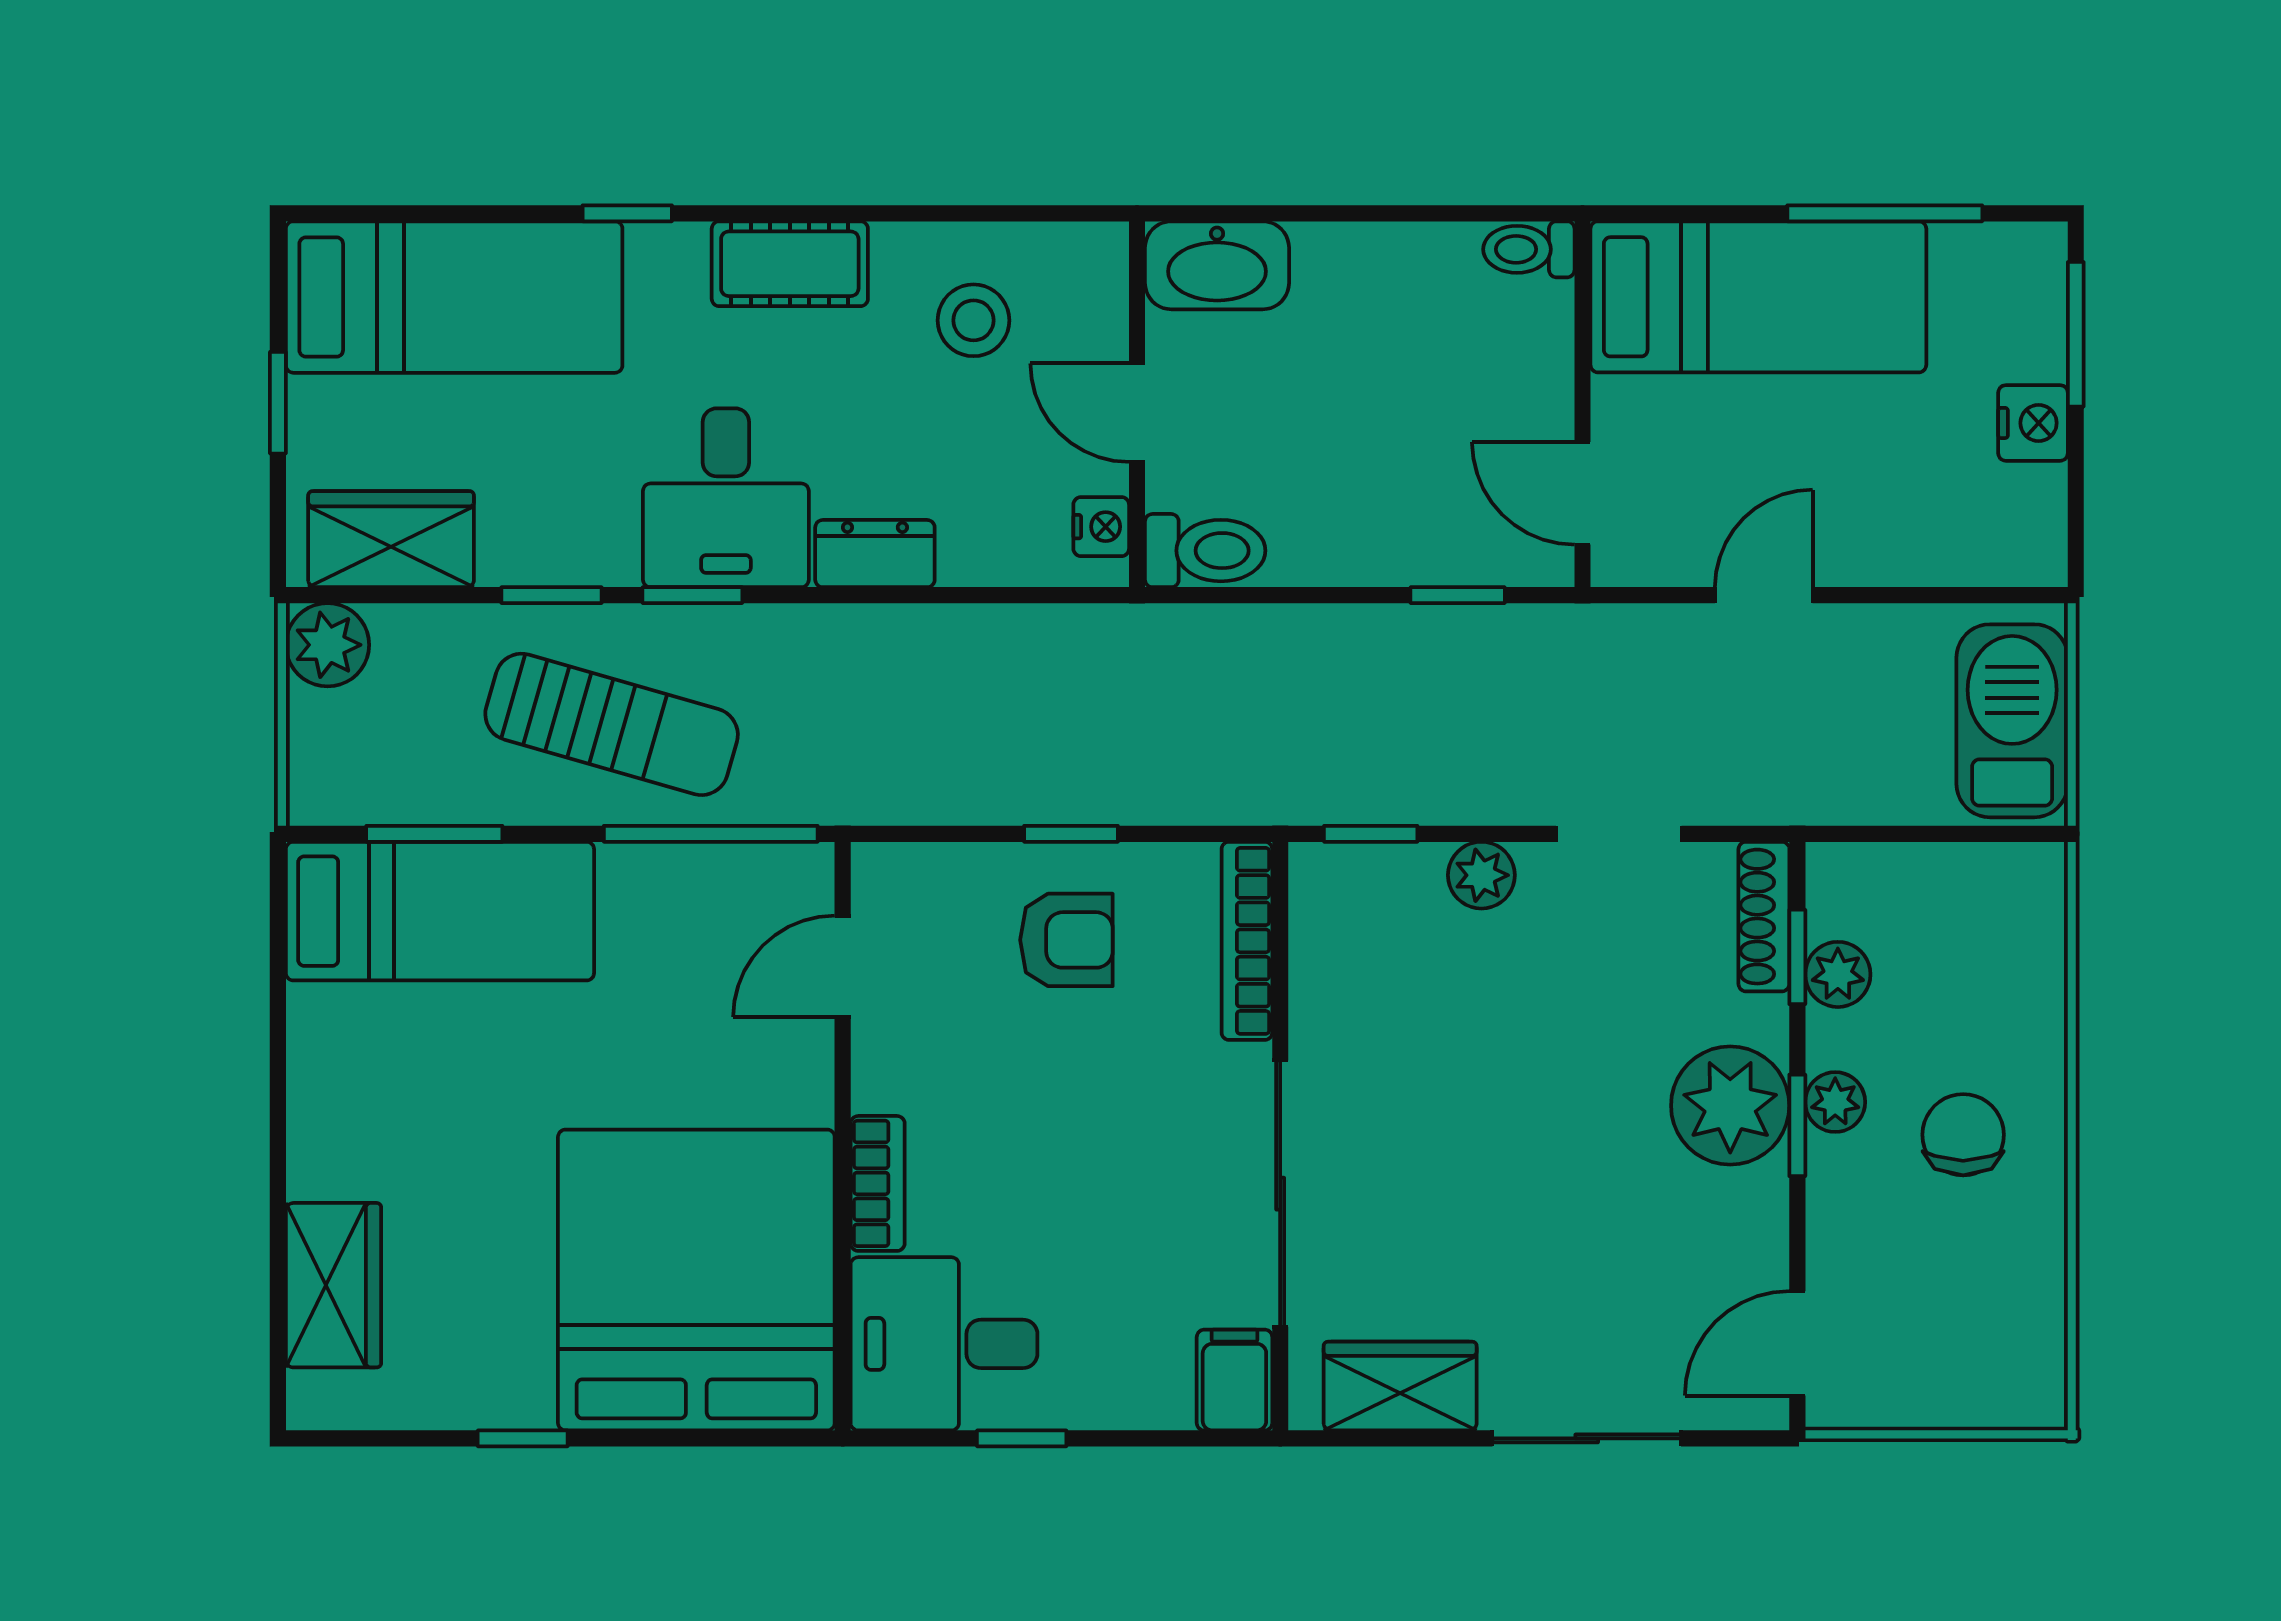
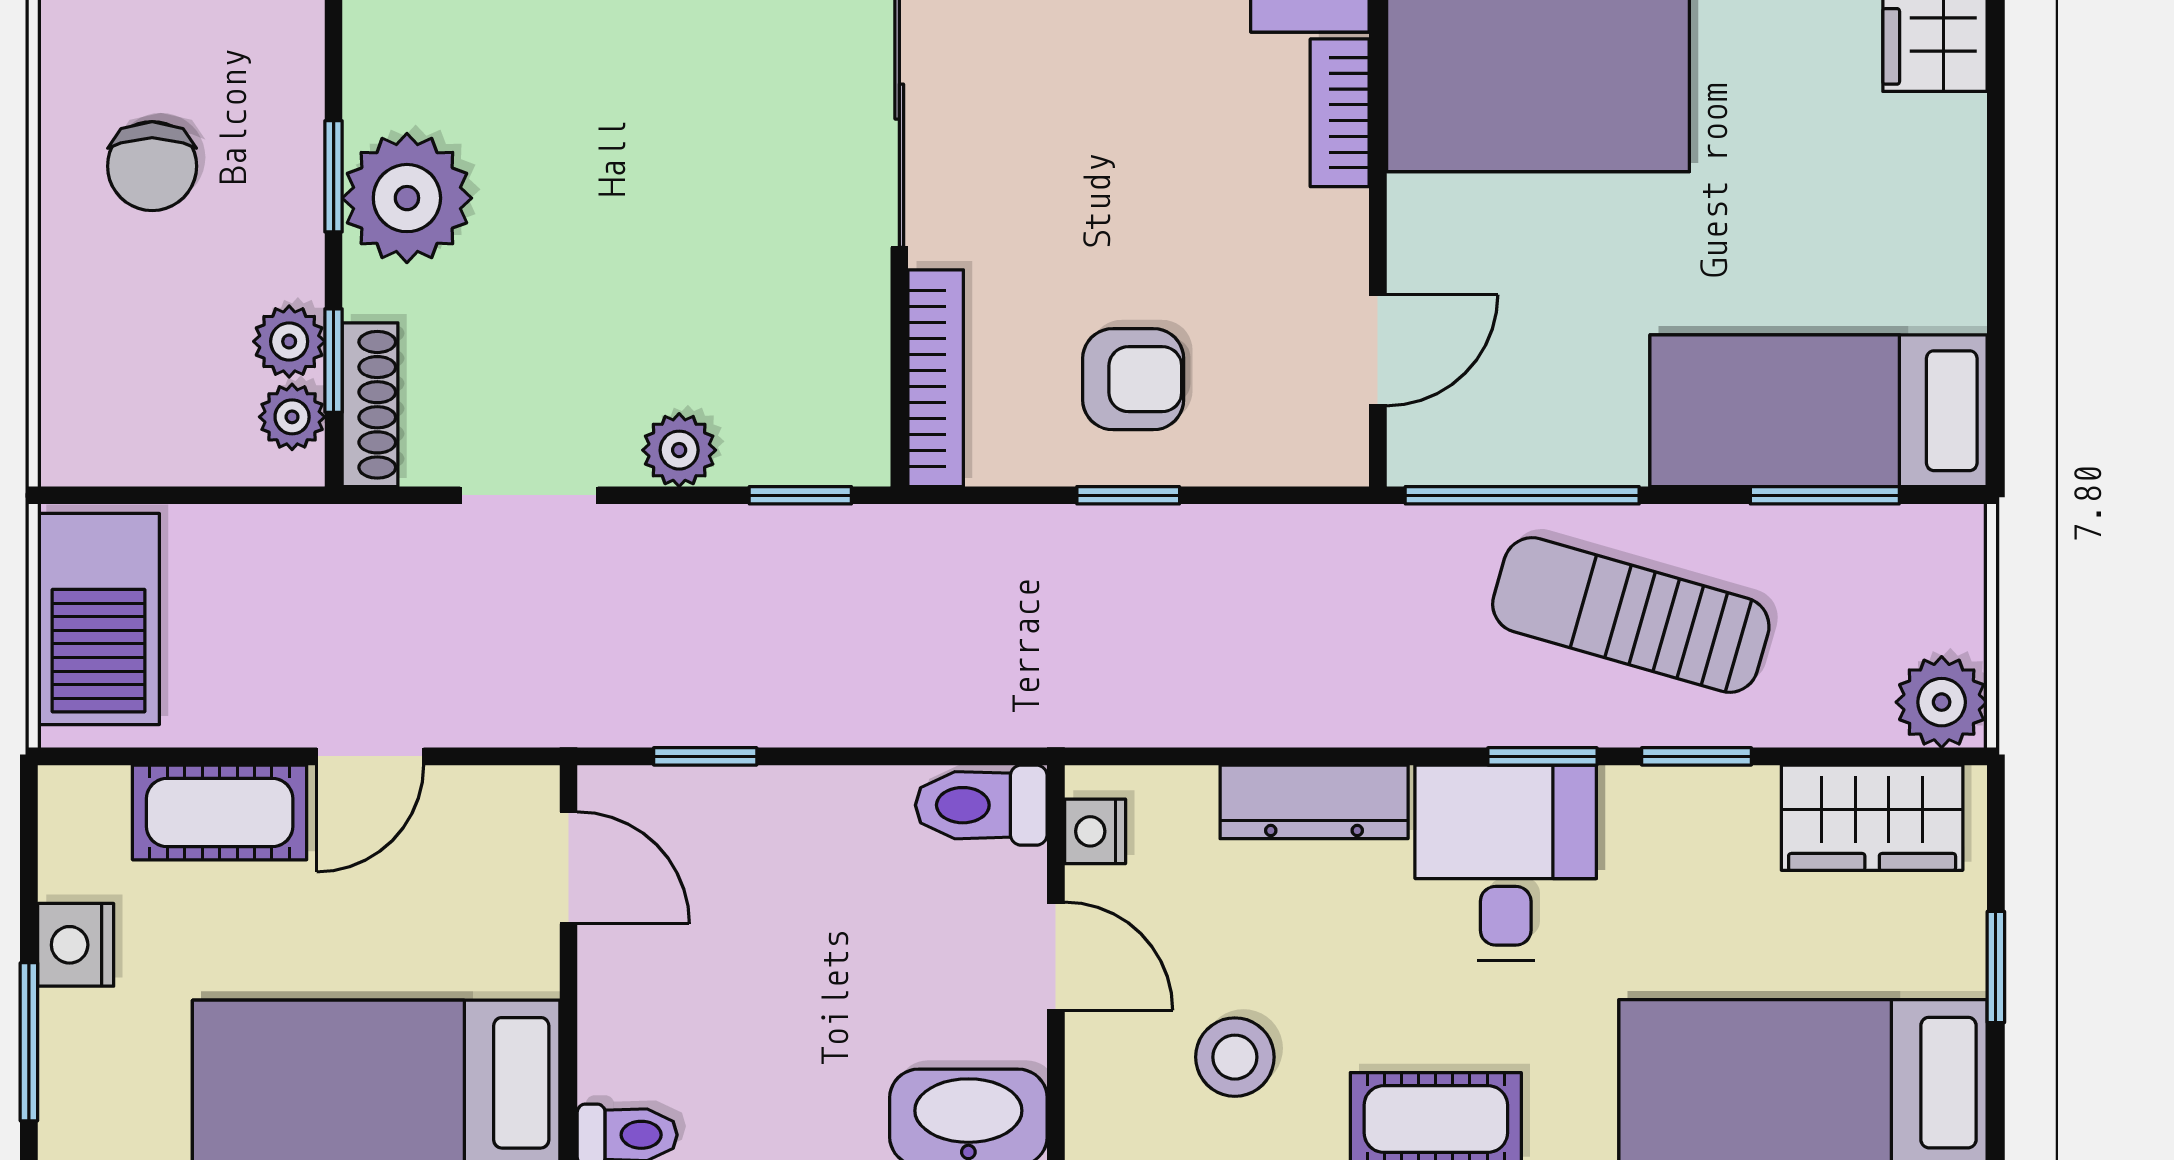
cot: (1901, 544) -> (220, 812), added
dresser: (875, 554) -> (1314, 802), width x1.44
armchair: (1066, 940) -> (1133, 379), turned 180
plant: (1835, 1102) -> (292, 417), moved

